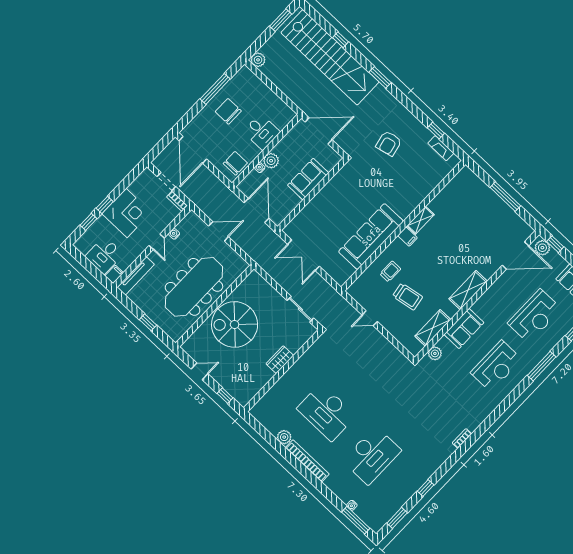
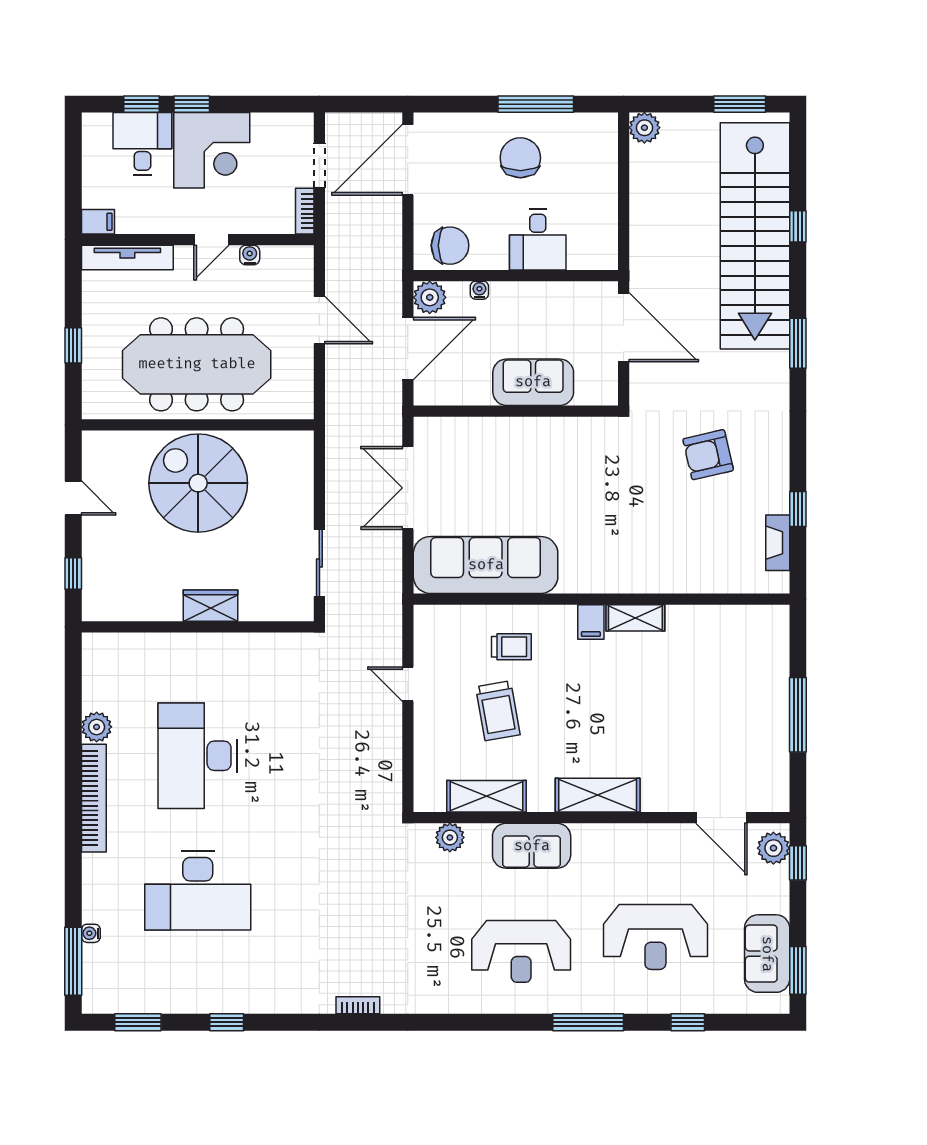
plant: (271, 161) -> (430, 297), moved
sofa: (371, 236) -> (486, 565), moved
desk: (104, 255) -> (142, 144), moved, turned 90
door: (515, 255) -> (721, 818), width x0.73

